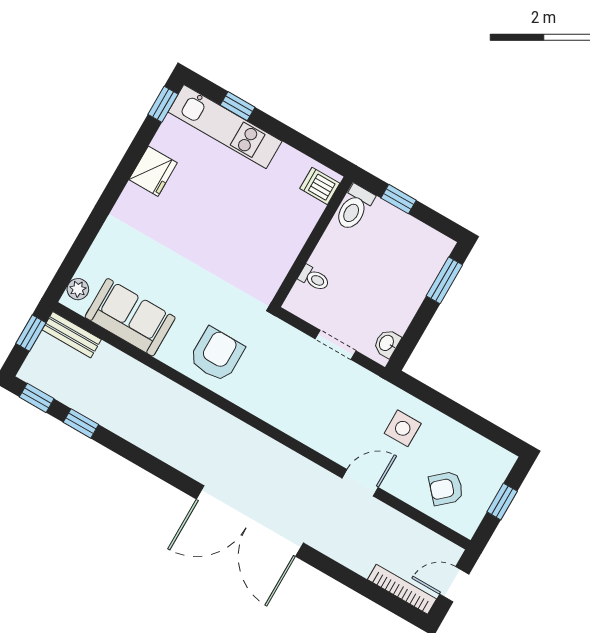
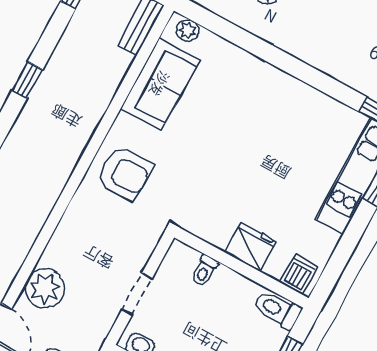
fridge: (153, 171) -> (250, 247), moved, turned 180
window: (81, 423) -> (27, 80), moved
plant: (328, 435) -> (45, 288), added

